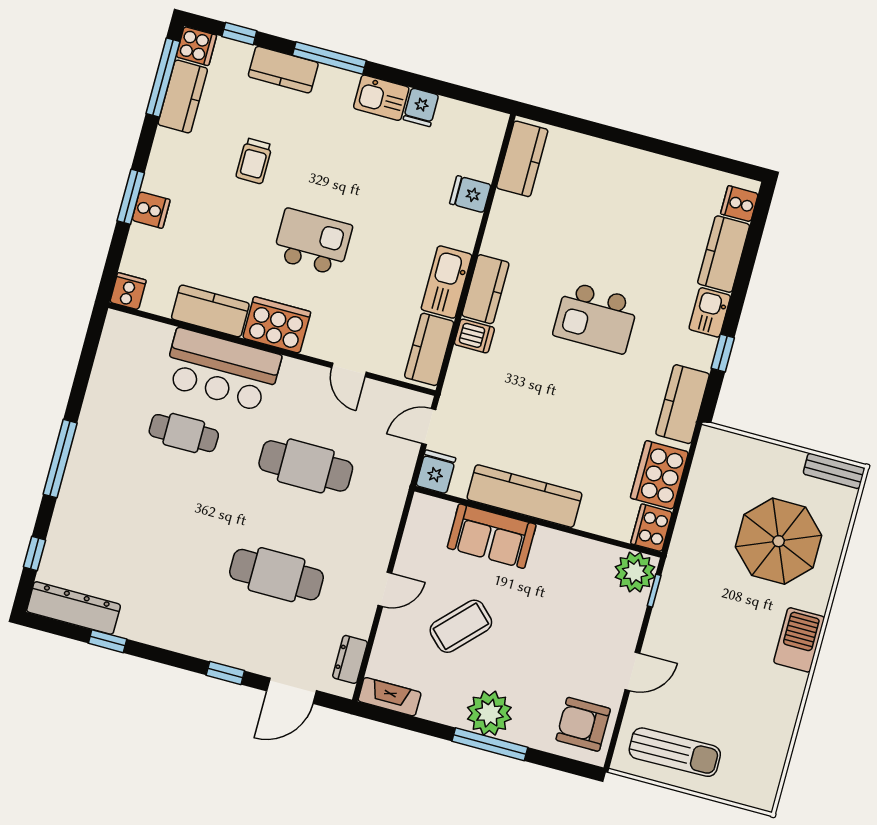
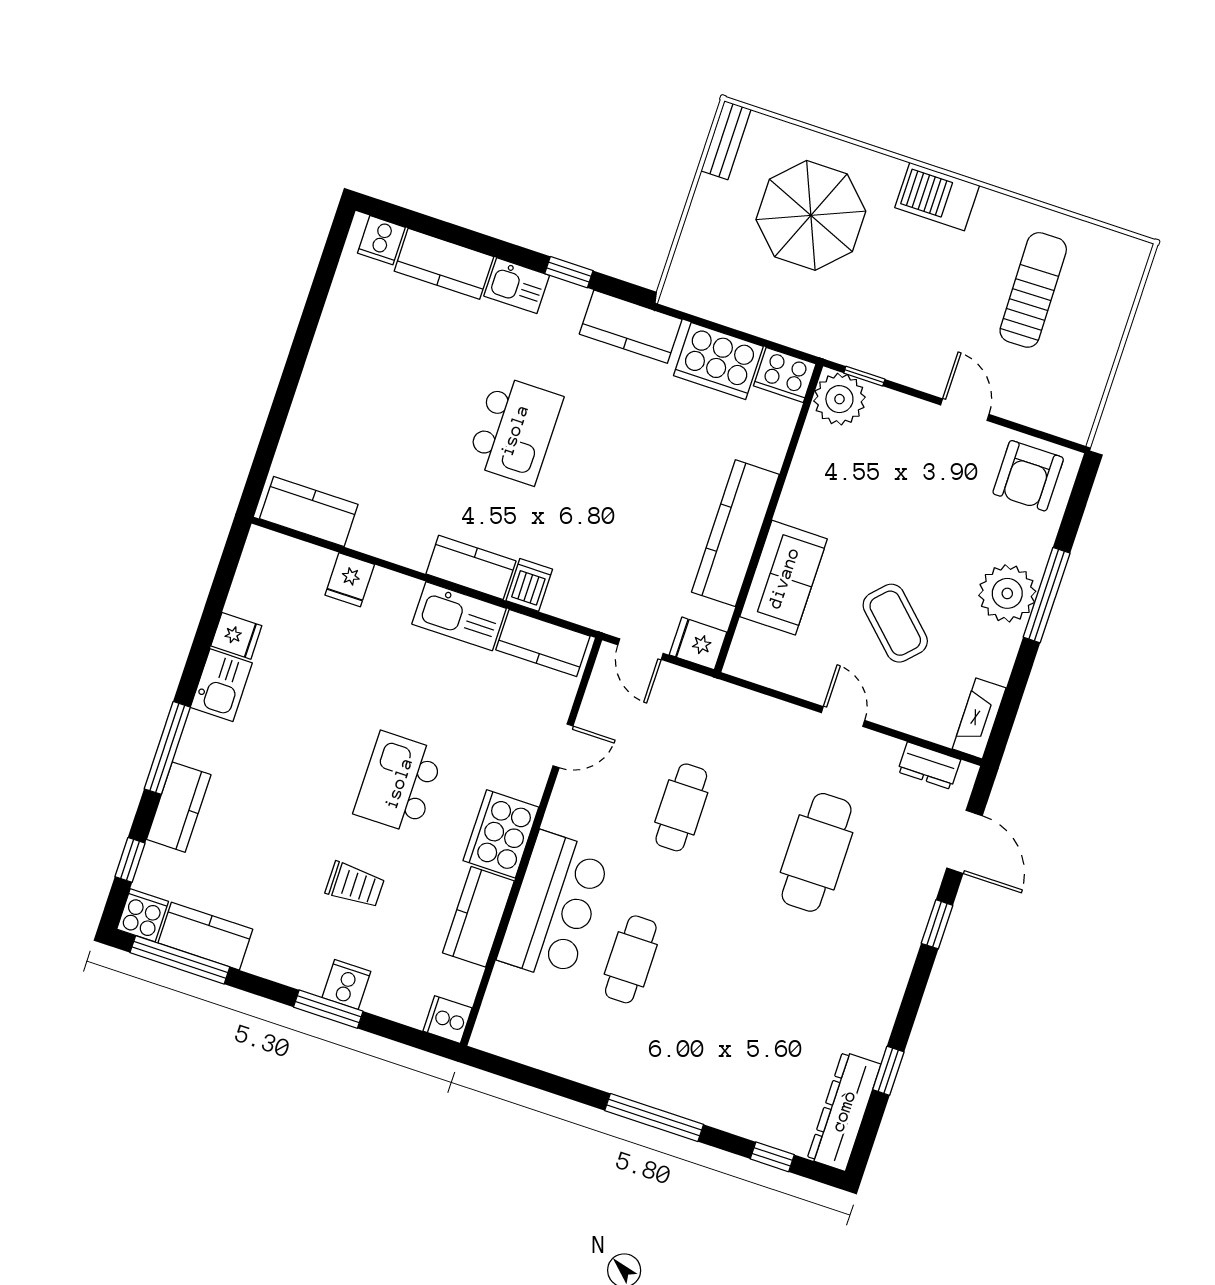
trolley: (254, 161) -> (355, 885), moved
cafe table: (306, 466) -> (681, 807), width x0.73, depth x0.74
sun lounger: (675, 752) -> (1033, 290), moved

